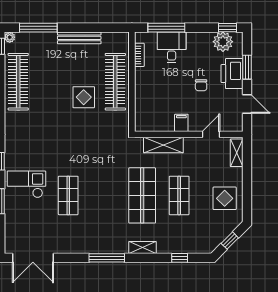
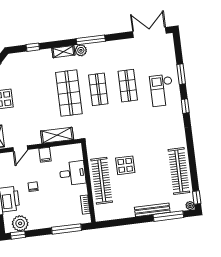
bench: (79, 38) -> (152, 210), moved
desk: (172, 47) -> (73, 173), moved, turned -90
checkout: (26, 184) -> (162, 90), turned 90
shop shelf: (179, 195) -> (98, 89), moved
plant: (121, 247) -> (81, 50), added

